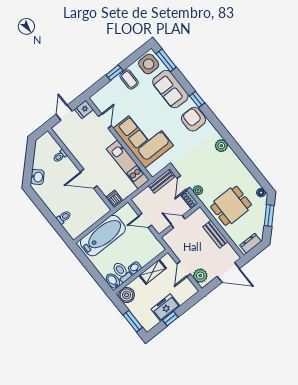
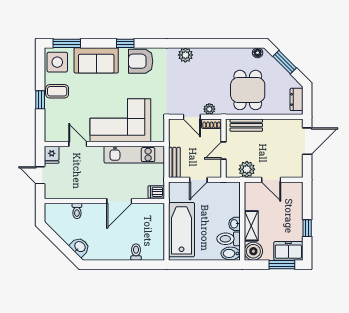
bench: (161, 181) -> (174, 162), moved
bench: (215, 234) -> (246, 125), moved
shelving: (153, 272) -> (251, 226), moved
plant: (200, 276) -> (247, 169), moved
freezer: (165, 308) -> (288, 251), moved, turned 90

